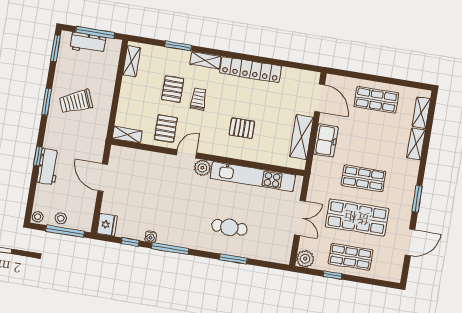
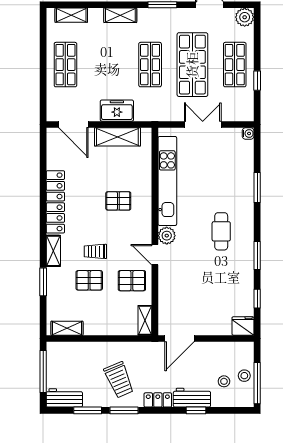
workbench: (88, 43) -> (64, 398), moved, turned -90
window: (56, 48) -> (88, 410), moved
door: (320, 98) -> (73, 125), swing flipped
pallet: (242, 128) -> (118, 201), turned 90
locker: (51, 135) -> (158, 400), added
shelving: (416, 144) -> (120, 15), moved
window: (38, 156) -> (196, 410), moved
door: (103, 178) -> (180, 339), moved
stool: (38, 217) -> (224, 381), moved
cafe table: (229, 227) -> (221, 231), moved
window: (65, 231) -> (257, 383), moved
water cooler: (151, 237) -> (248, 133), moved
window: (170, 249) -> (257, 256), width x0.69
plant: (305, 259) -> (245, 17), moved

